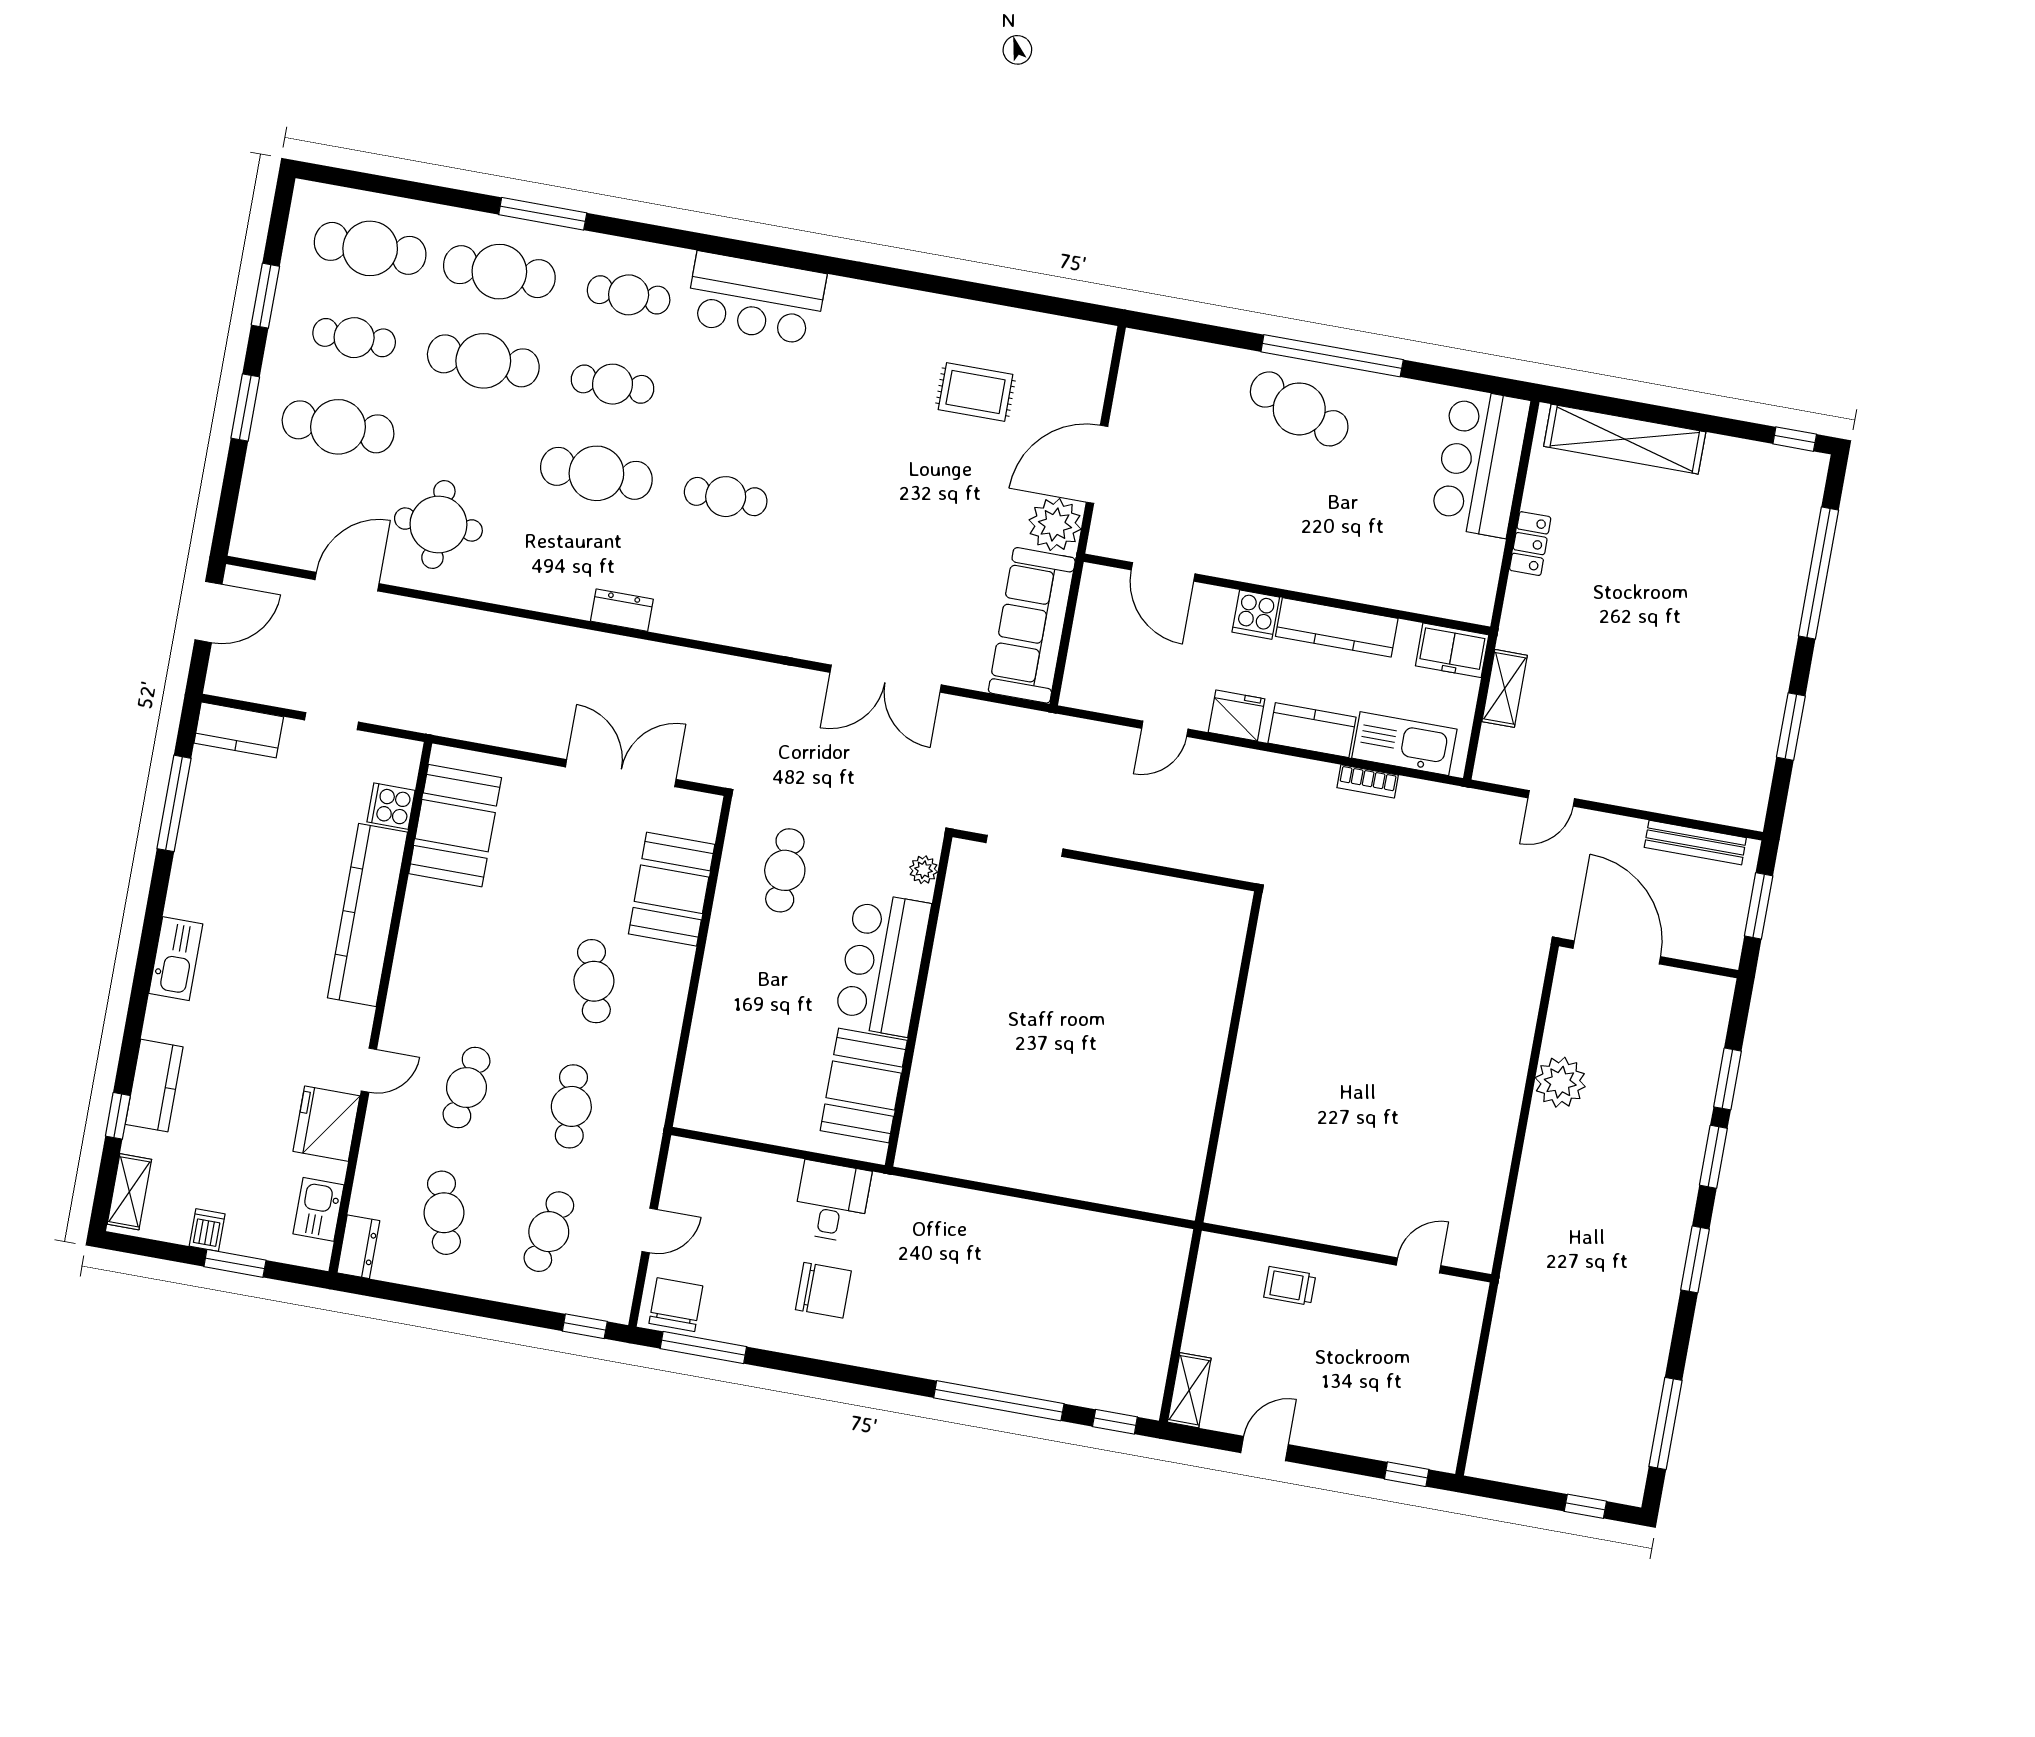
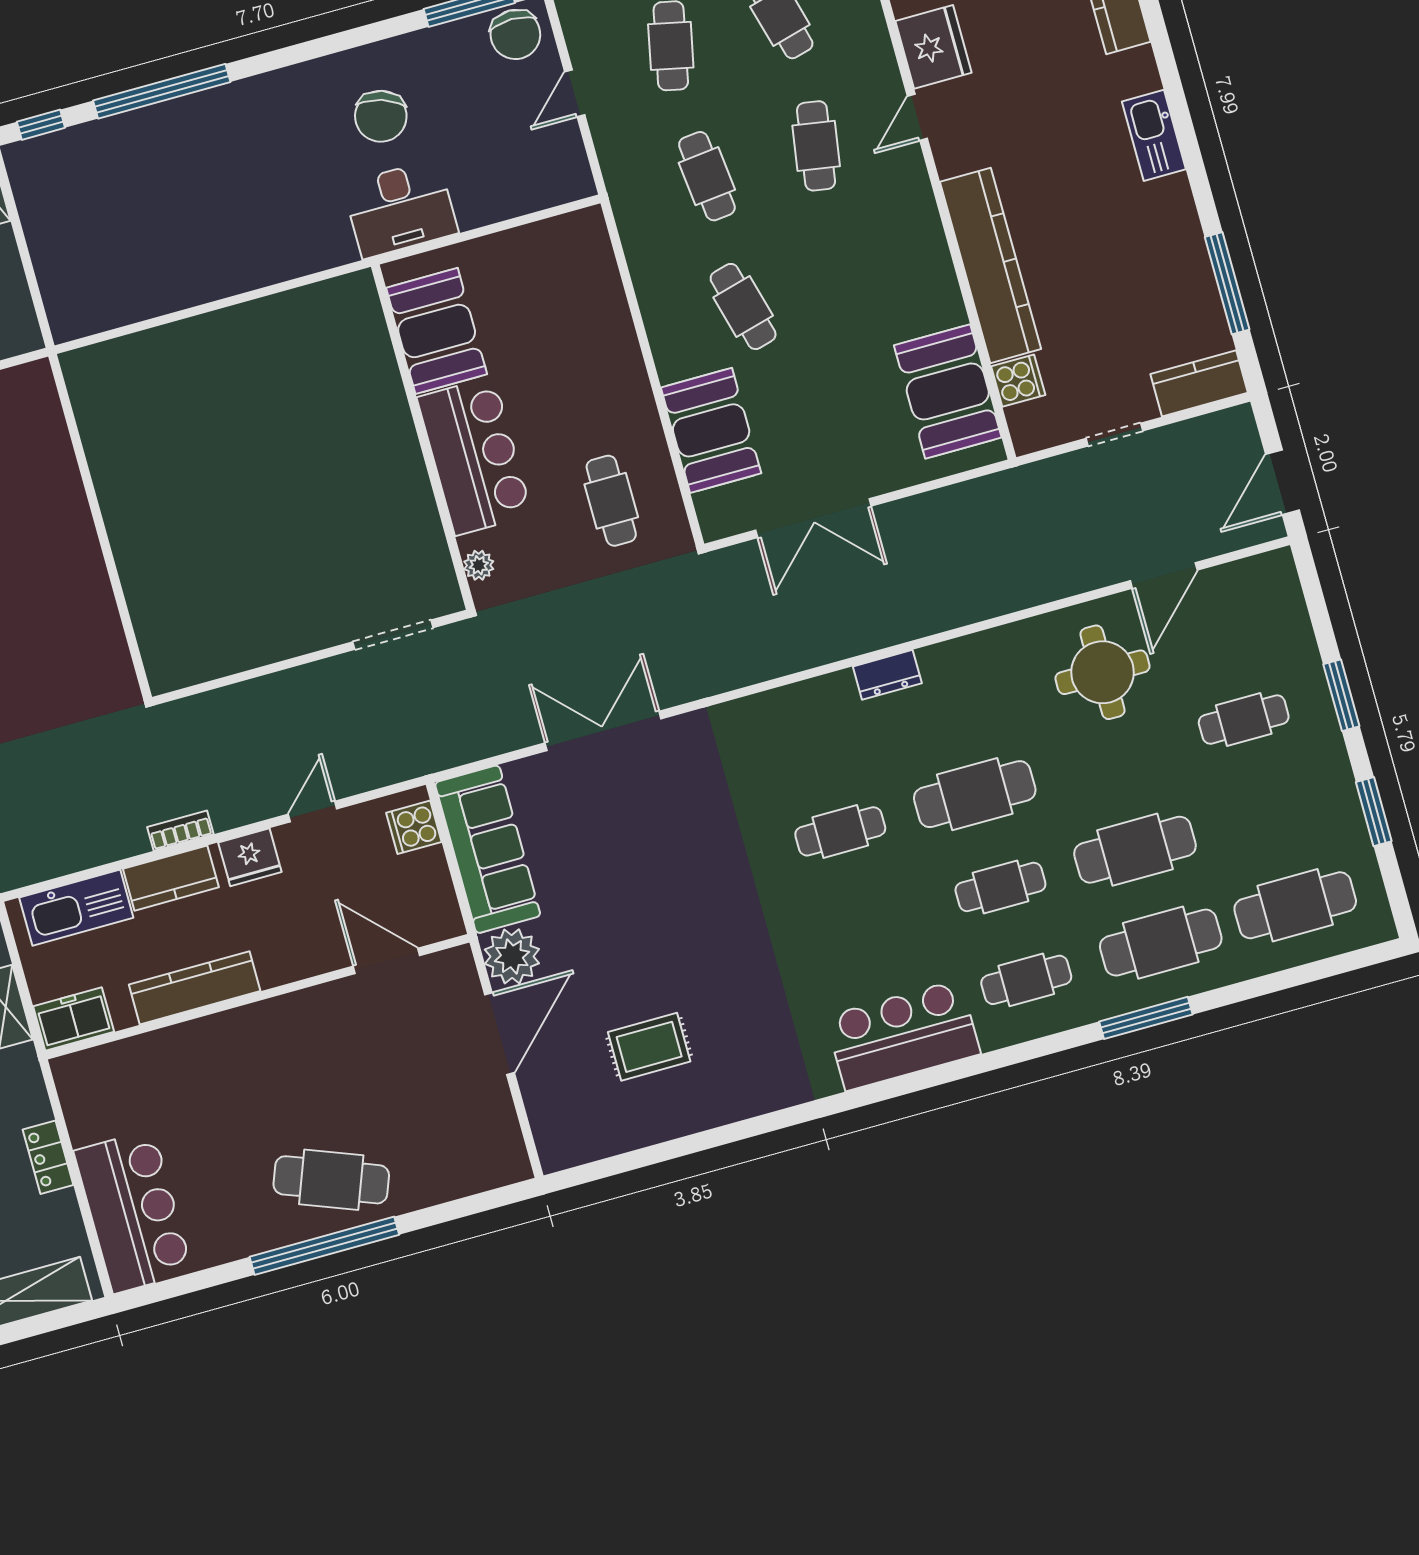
cafe table: (354, 338) -> (1269, 812), removed
cafe table: (338, 427) -> (1244, 720), width x0.73, depth x0.74
cooker: (1256, 615) -> (414, 827), moved, turned -90
bookcase: (1368, 781) -> (180, 831), moved
desk: (832, 1202) -> (400, 209), width x1.37
chair: (823, 1290) -> (381, 116), turned -72

